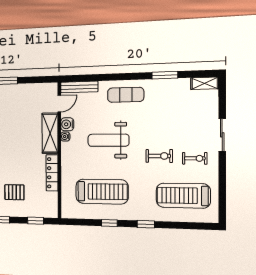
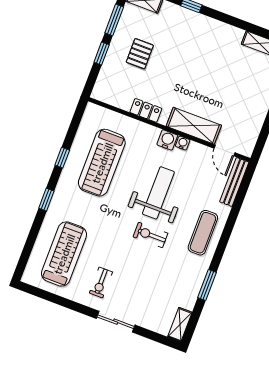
water cooler: (67, 124) -> (167, 140), moved
exercise bike: (159, 156) -> (150, 235), moved, turned 90
locker: (52, 173) -> (146, 110), width x0.66
window: (36, 221) -> (102, 53), moved

